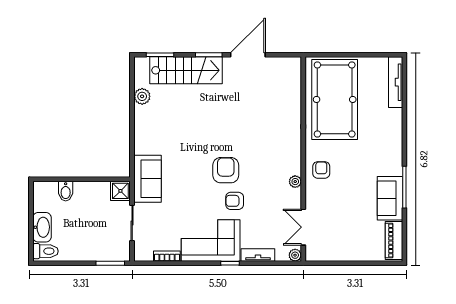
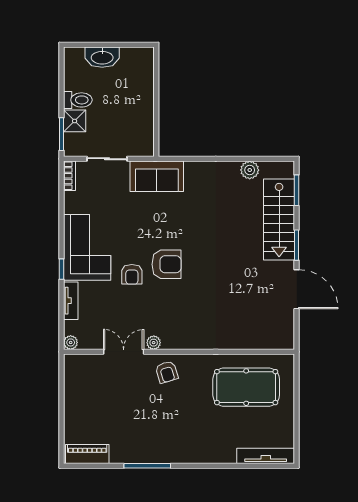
pool table: (335, 99) -> (246, 387), width x0.73, depth x0.76
armchair: (321, 170) -> (167, 372), turned 73
bidet: (66, 191) -> (143, 84), removed
shower: (120, 191) -> (75, 121), moved
sofa: (390, 198) -> (135, 449), removed
armchair: (235, 201) -> (132, 274), turned 180
double door: (303, 227) -> (124, 352), moved
toilet: (45, 251) -> (78, 100), moved, turned -90
bookcase: (167, 256) -> (70, 176), moved

